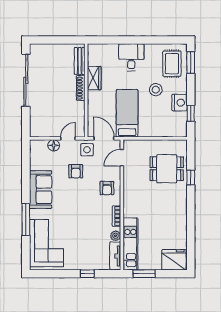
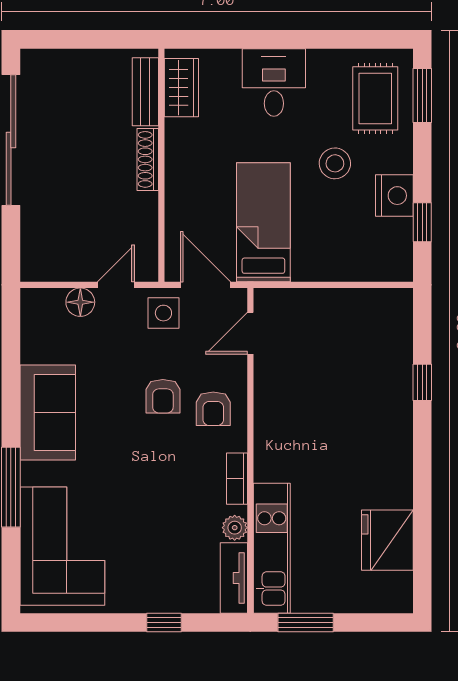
wardrobe: (94, 78) -> (181, 88), moved
dining table: (167, 169) -> (362, 361), removed
armchair: (76, 171) -> (163, 396), moved
fridge: (174, 260) -> (387, 540), moved, turned -90

